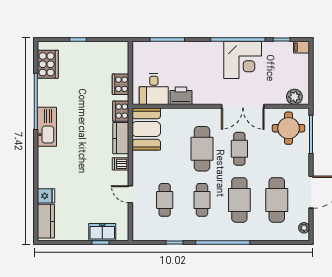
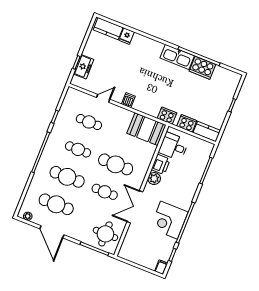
cooker: (48, 64) -> (202, 68), moved
plant: (294, 97) -> (154, 179), moved
kitchen counter: (121, 138) -> (207, 132), moved

